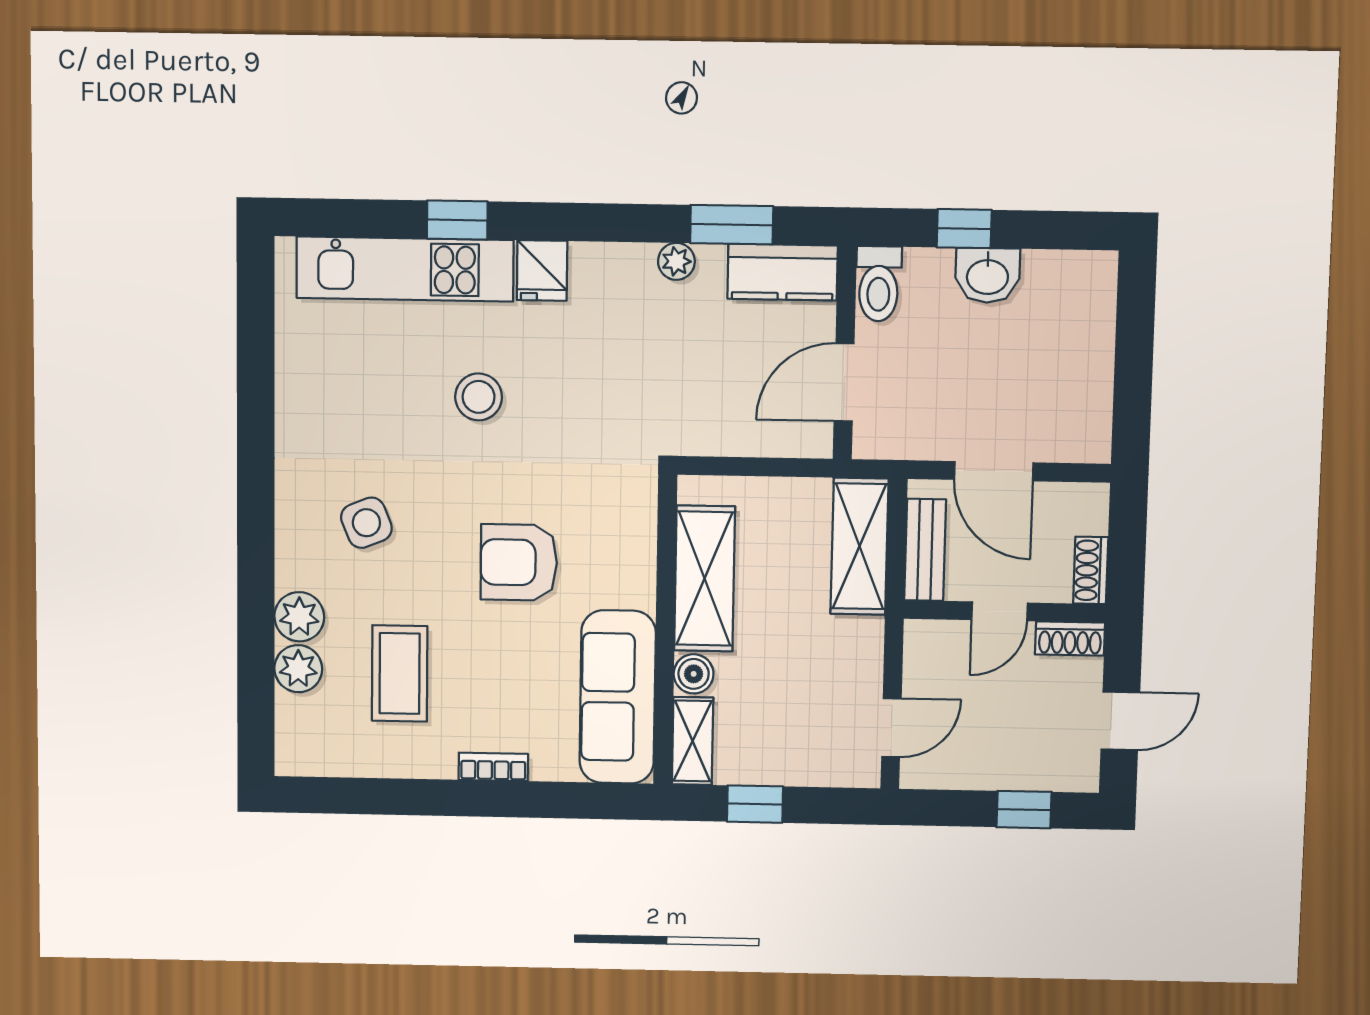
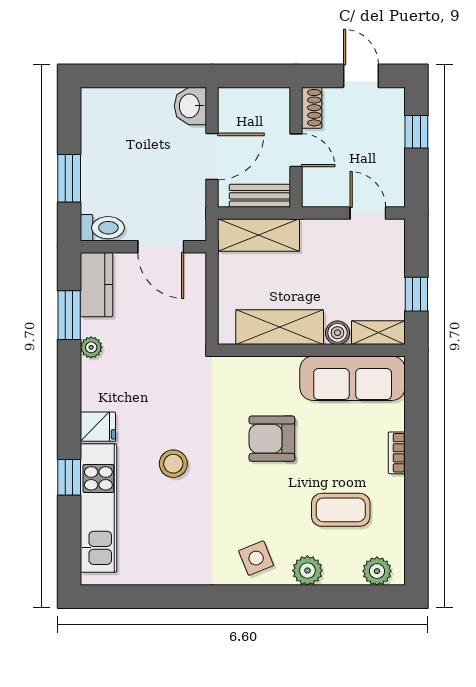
window: (964, 229) -> (69, 178), width x1.50
washbasin: (987, 275) -> (190, 106), moved, turned 180
side table: (366, 523) -> (256, 558), moved
armchair: (519, 562) -> (272, 439), turned 90
shoe rack: (1091, 570) -> (270, 97), removed
plant: (298, 669) -> (377, 571), moved

